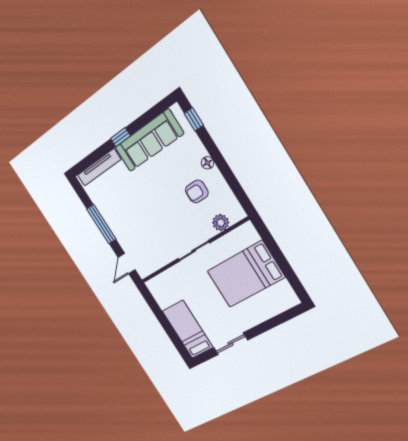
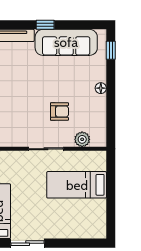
armchair: (197, 191) -> (59, 112), moved, turned 180
bed: (246, 274) -> (77, 185), width x0.67

